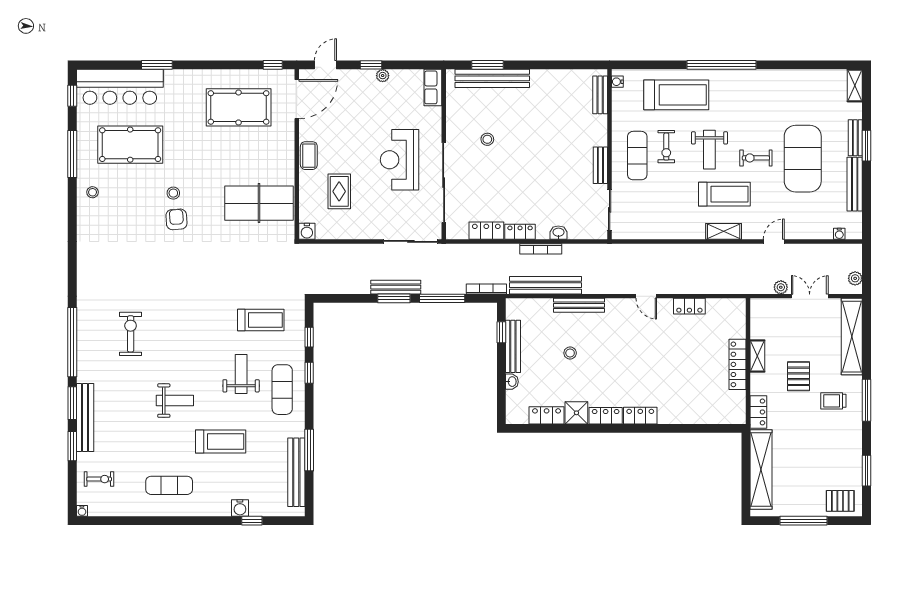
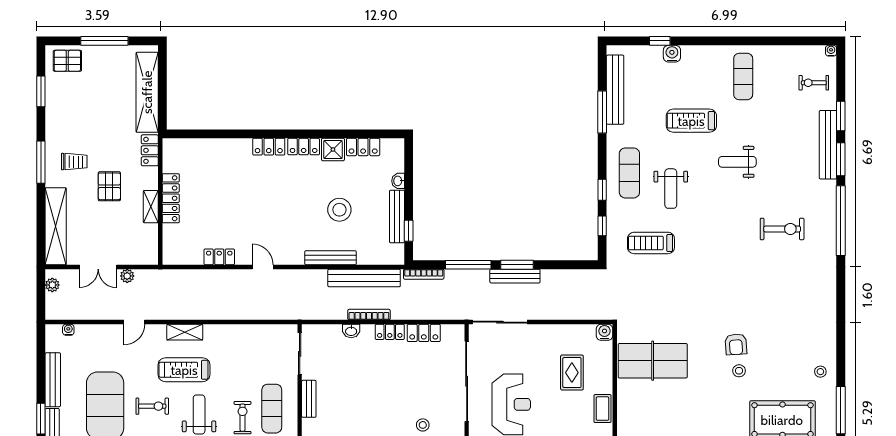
exercise bike: (131, 334) -> (782, 229), turned -90
stool: (570, 353) -> (339, 210), width x1.89, depth x1.89
exercise mat: (169, 485) -> (743, 76), turned 90

